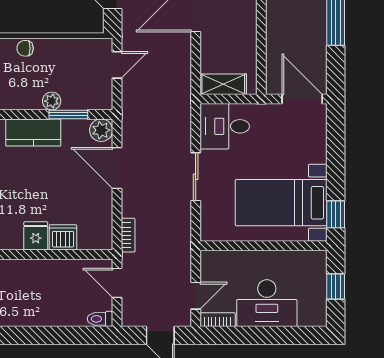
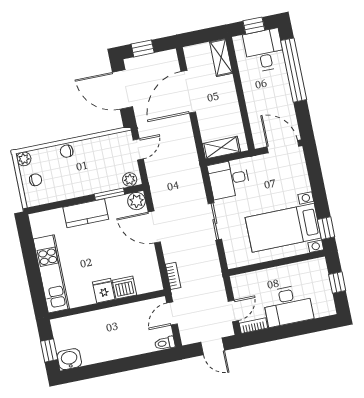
plant: (52, 101) -> (130, 180), moved
door: (117, 283) -> (172, 313), hinge flipped

